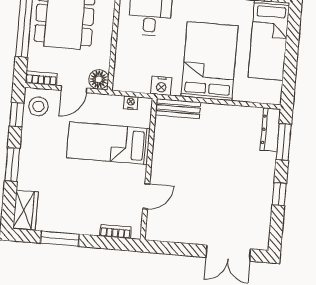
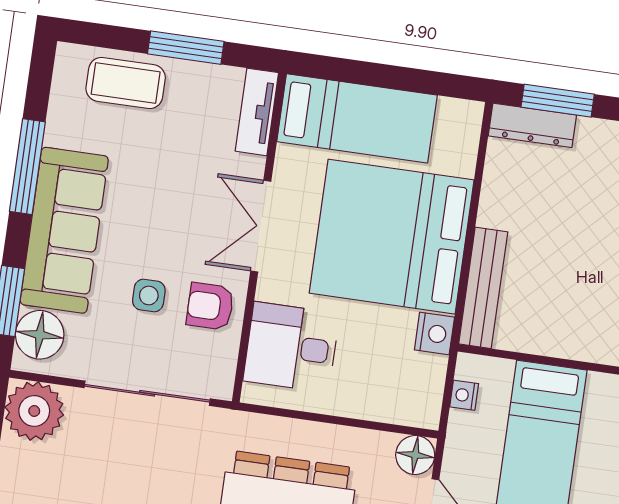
bed: (210, 61) -> (392, 237), width x1.36
bench: (178, 109) -> (483, 288), width x1.36

